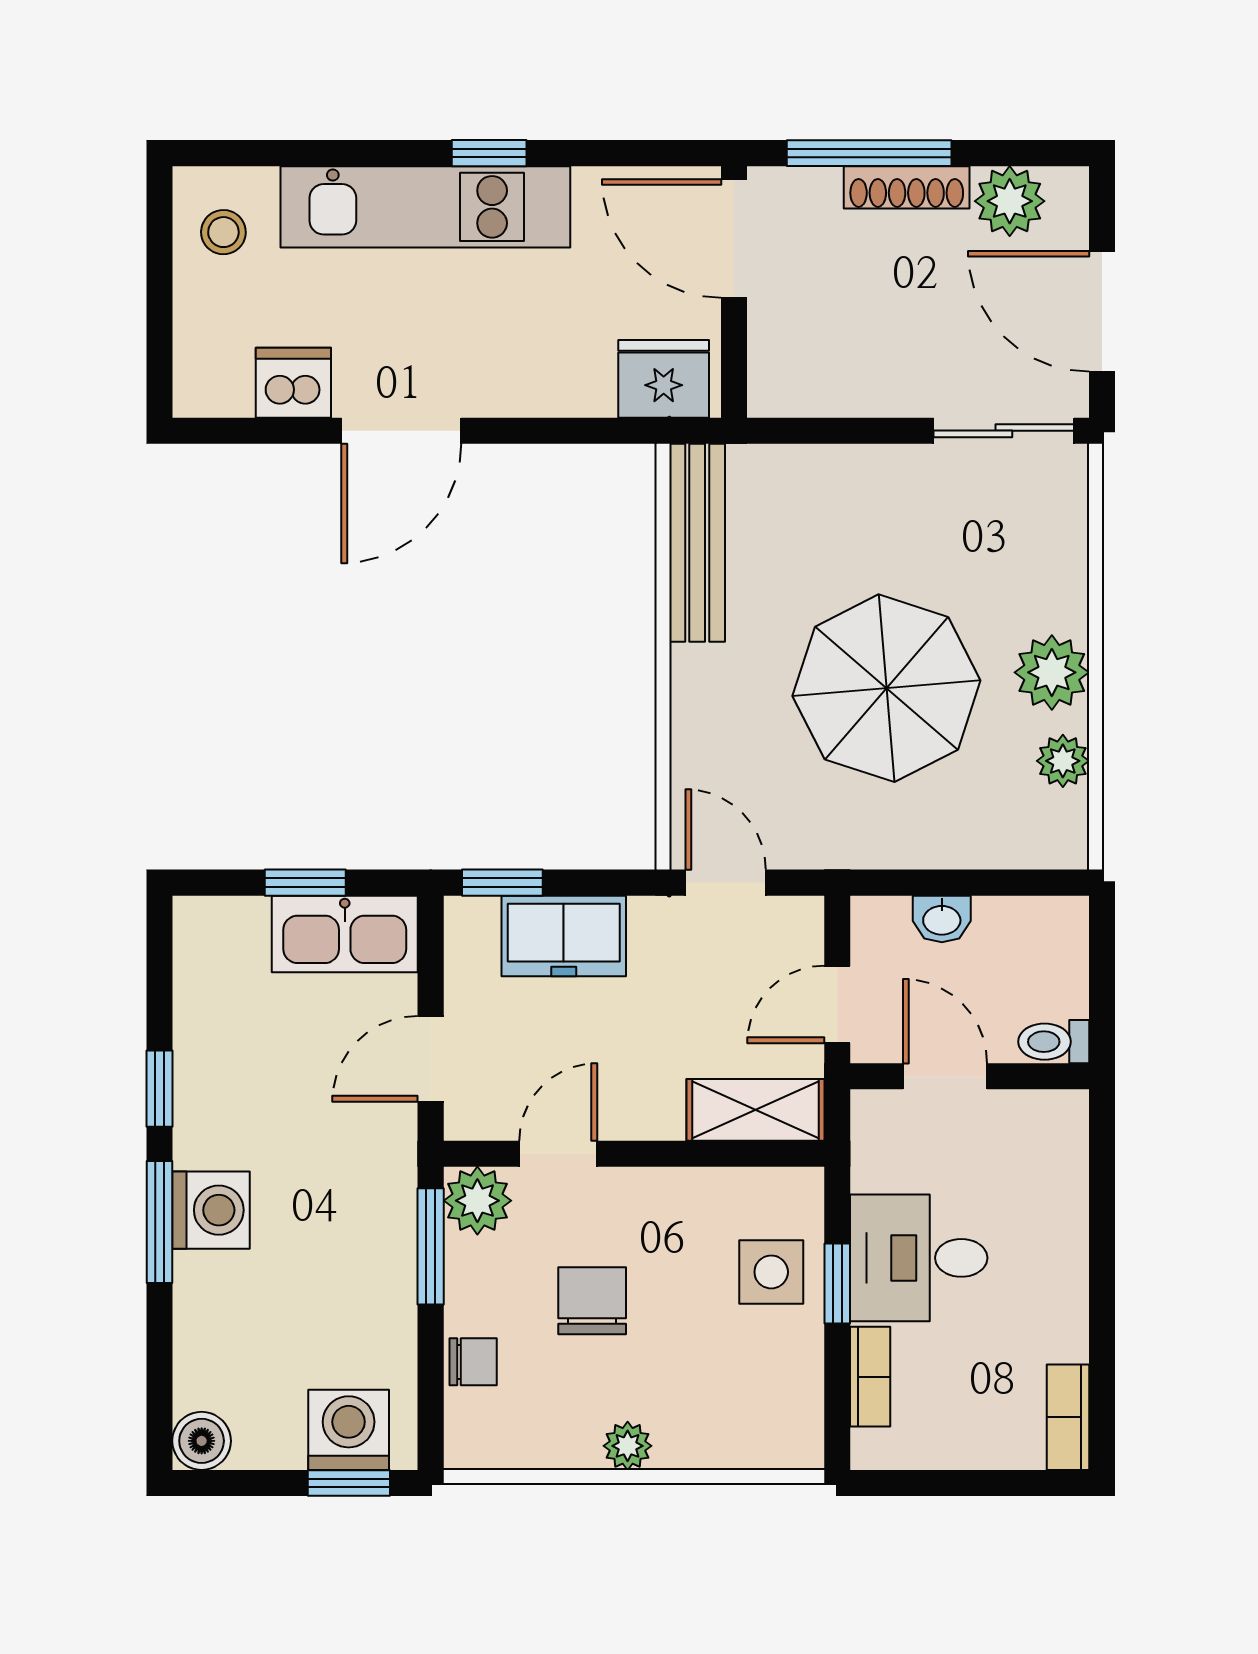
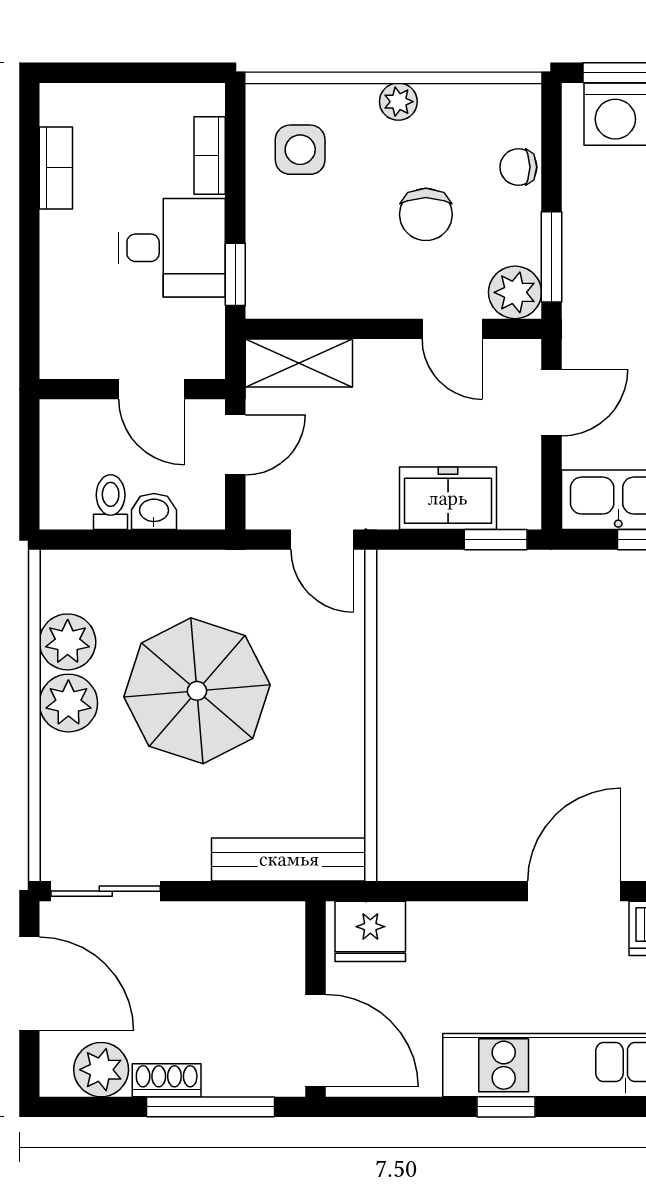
shoe rack: (907, 187) -> (167, 1080), width x0.70
bench: (697, 543) -> (289, 859), moved, turned 90
plant: (1063, 761) -> (68, 642), width x1.38, depth x1.38
toilet: (1054, 1042) -> (111, 502), moved, turned -90
door: (558, 1154) -> (452, 329), hinge flipped
side table: (771, 1272) -> (300, 150), moved
window: (837, 1283) -> (235, 274), moved
bookcase: (1068, 1417) -> (56, 168), moved

